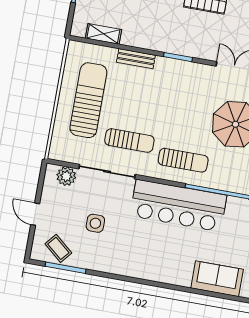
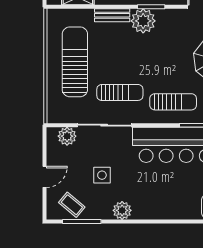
plant: (167, 70) -> (143, 21), added
door: (35, 214) -> (44, 177), swing flipped
plant: (110, 264) -> (122, 210), added

